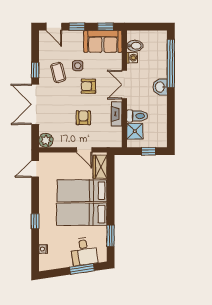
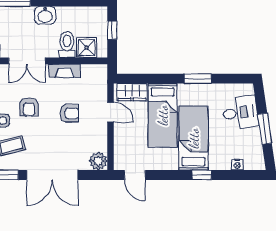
washbasin: (160, 87) -> (45, 15), moved
armchair: (83, 118) -> (69, 113), turned 180
door: (84, 150) -> (110, 112), hinge flipped
bed: (82, 214) -> (194, 138), moved, turned 180
window: (111, 236) -> (198, 79), moved
window: (82, 269) -> (265, 129), moved

